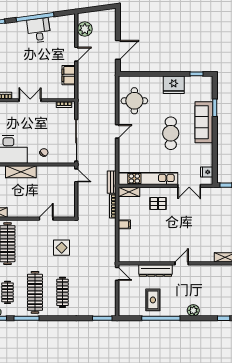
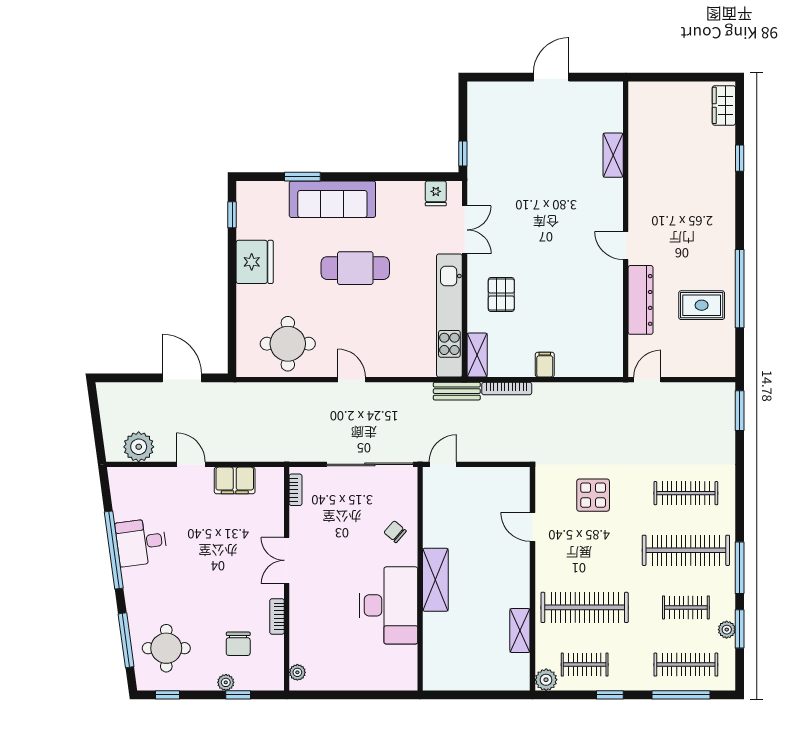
plant: (193, 310) -> (723, 221), removed

